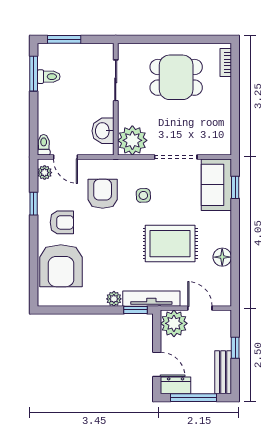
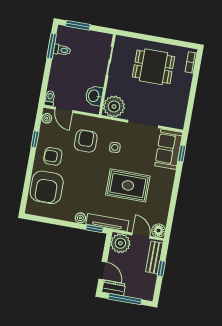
armchair: (62, 222) -> (53, 156), turned 180
floor lamp: (222, 257) -> (158, 231), moved
bench: (223, 372) -> (154, 257), moved

